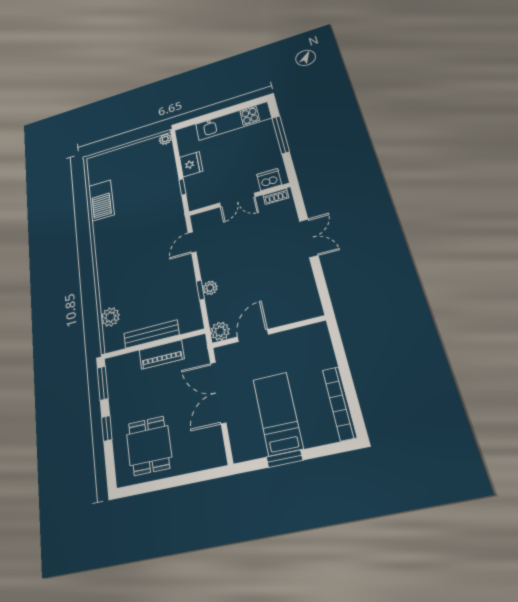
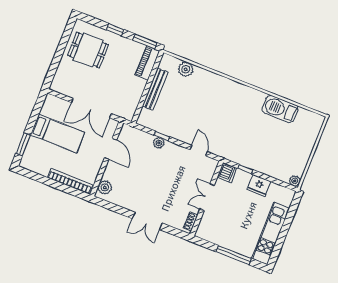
dishwasher: (269, 180) -> (227, 173), moved
plant: (220, 331) -> (105, 187), moved
piano: (161, 354) -> (147, 63), moved
double door: (218, 393) -> (91, 108), swing flipped
bookcase: (339, 403) -> (70, 181), moved
window: (284, 459) -> (23, 144), moved

